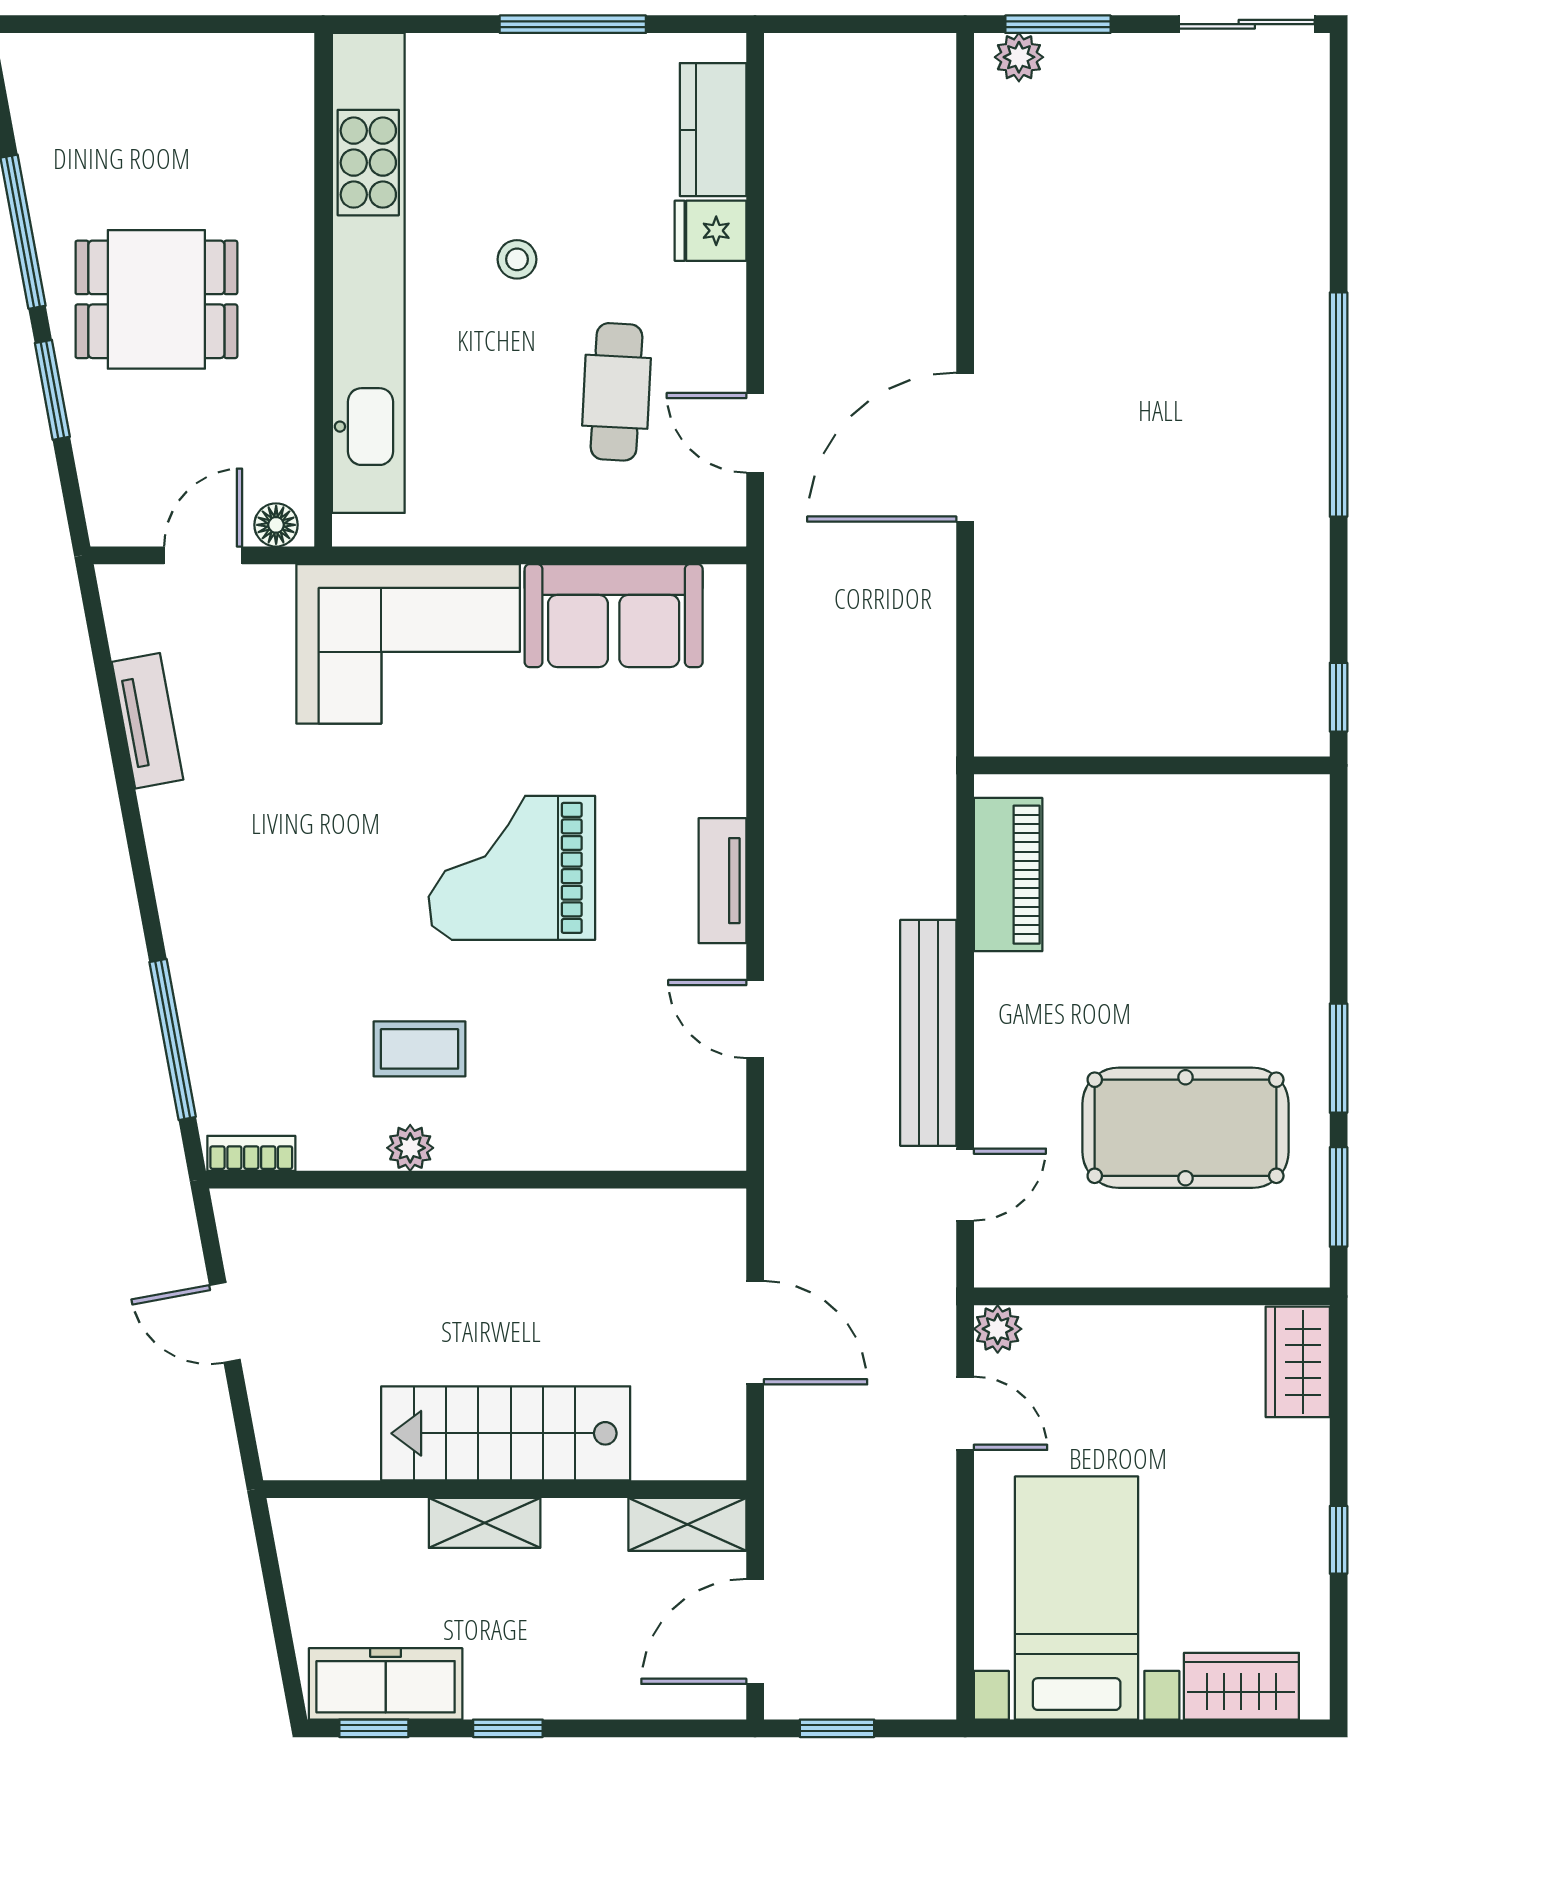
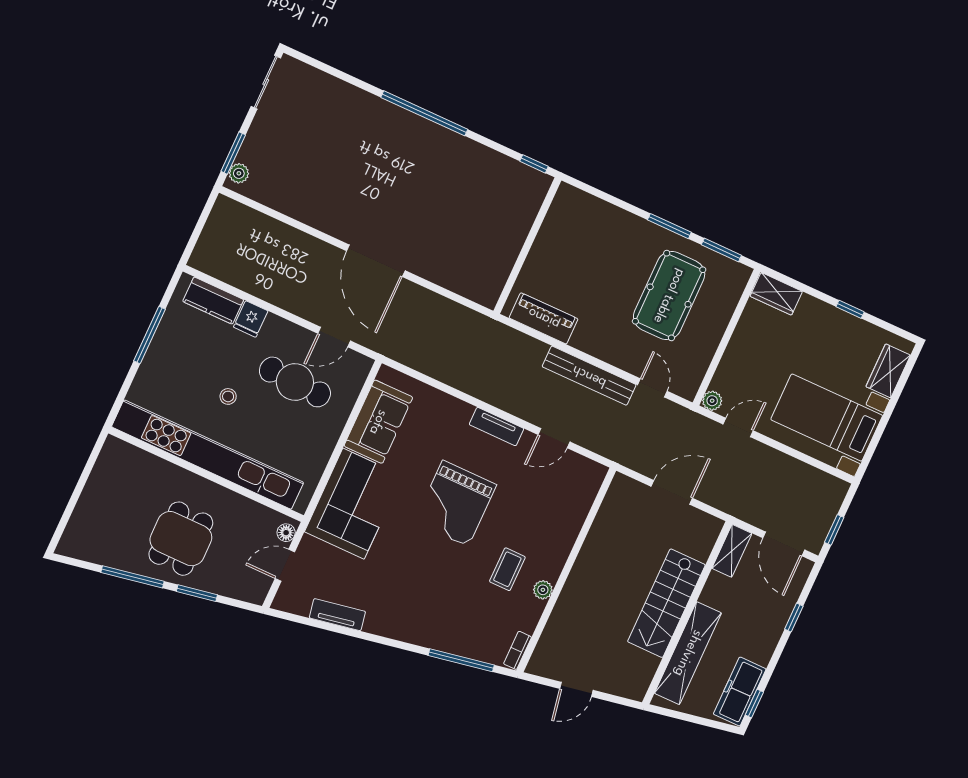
cafe table: (617, 392) -> (295, 382), width x1.37, depth x1.35
door: (203, 555) -> (285, 565), hinge flipped
shelving: (485, 1523) -> (688, 653), width x2.20, depth x1.33
window: (508, 1728) -> (794, 618), moved

